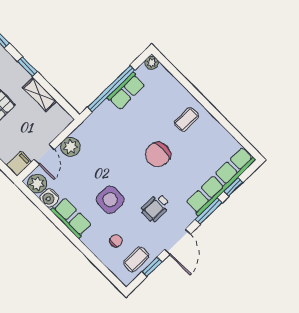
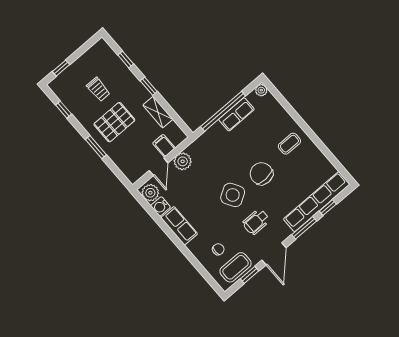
chair: (158, 154) -> (261, 174), turned 88
filing cabinet: (19, 164) -> (164, 146), moved, turned -90
side table: (110, 200) -> (233, 195), moved, turned -31
coffee table: (136, 259) -> (236, 267), width x1.36, depth x1.30

